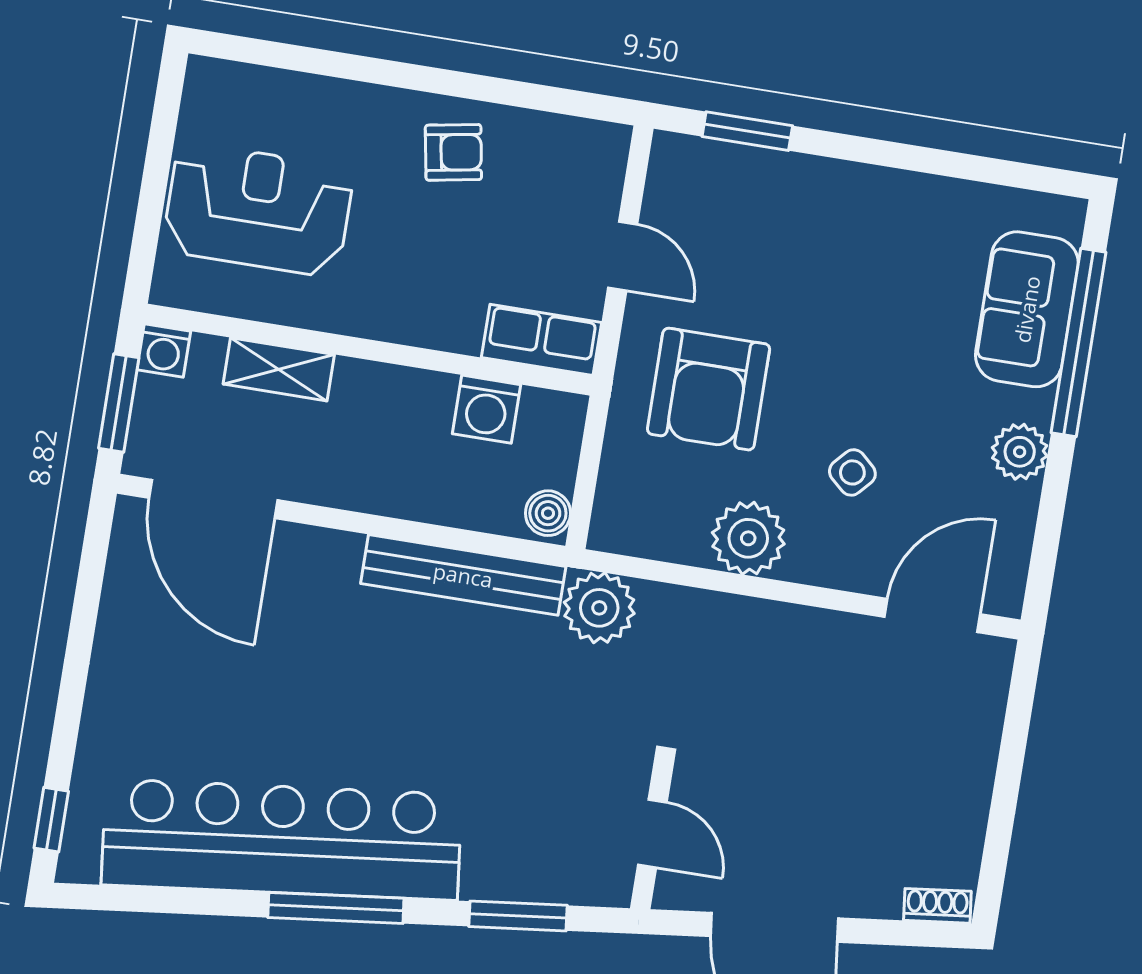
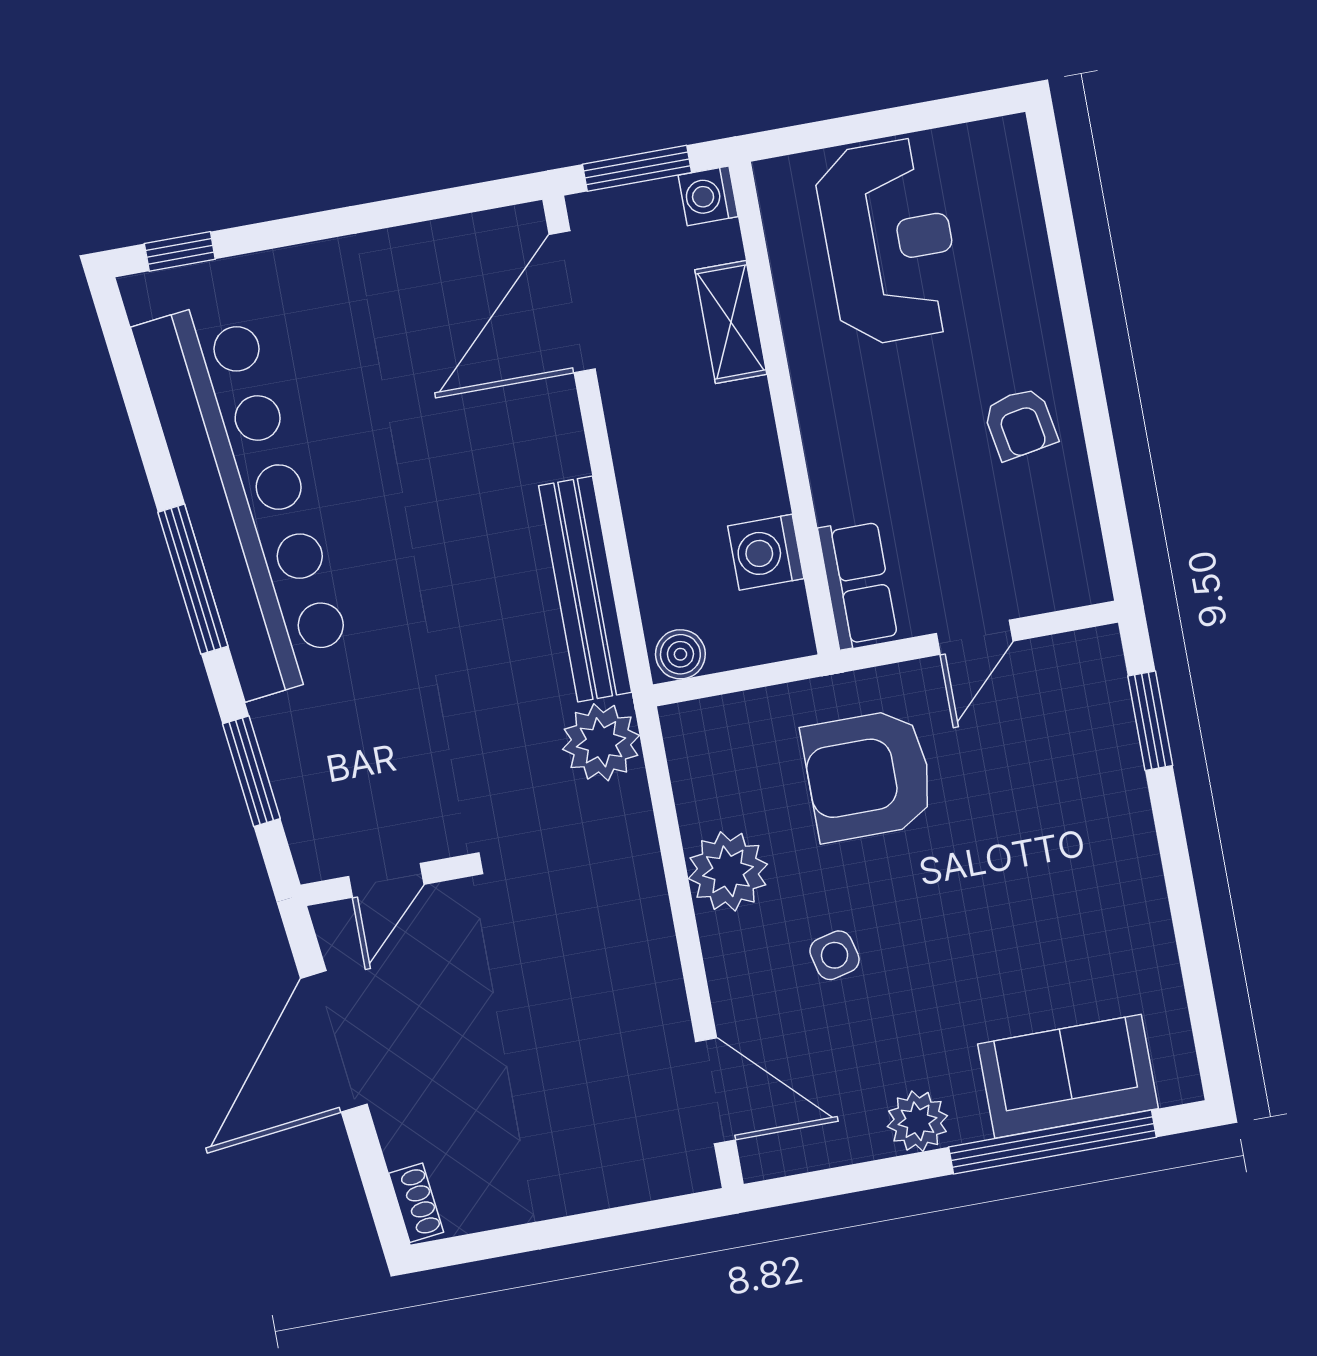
side table: (852, 472) -> (835, 955), turned 34

